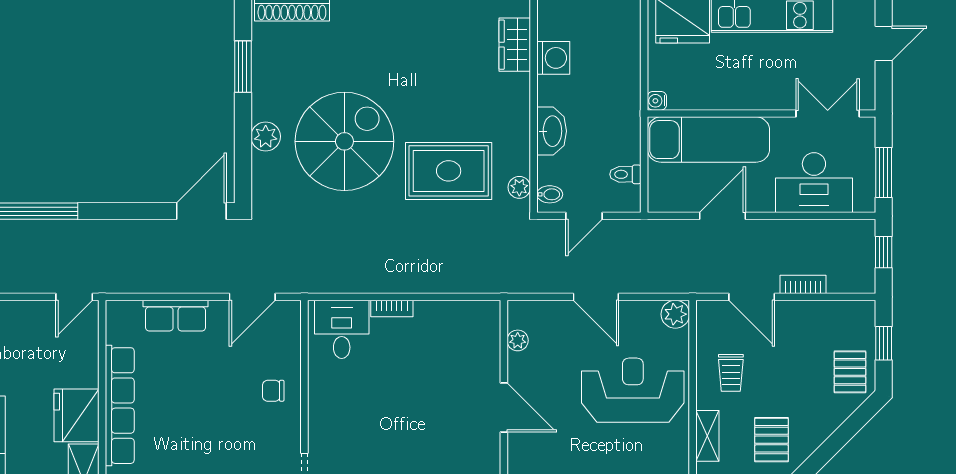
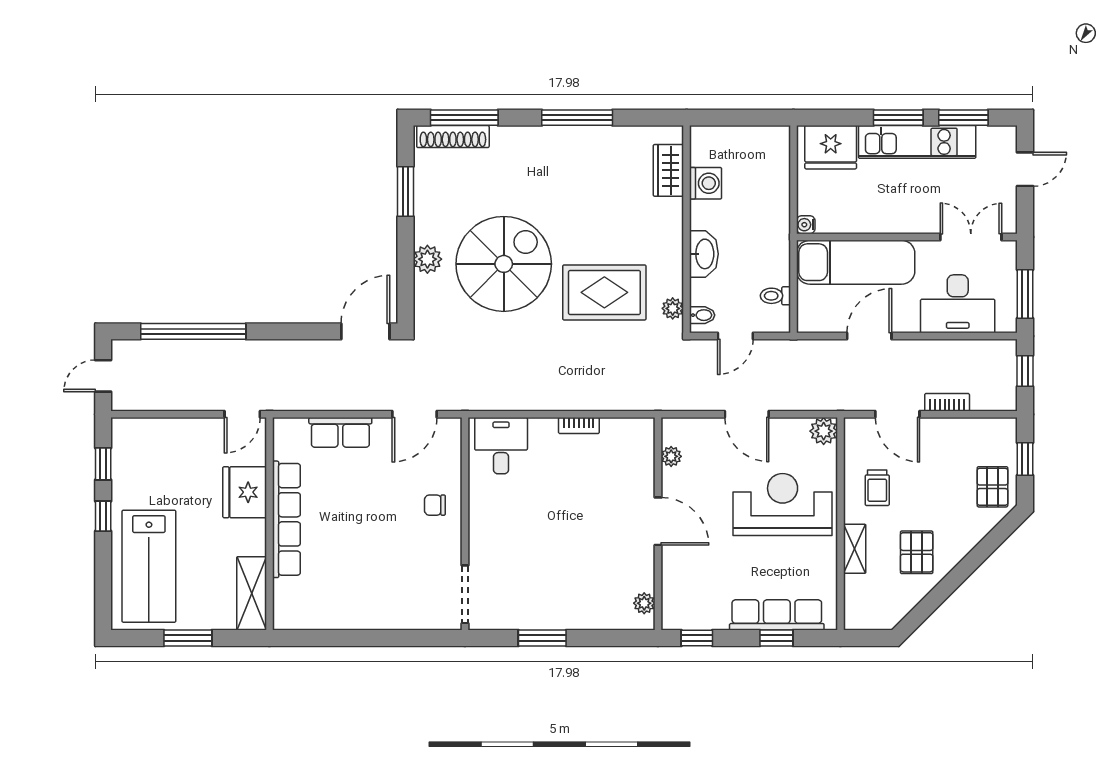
bookcase: (392, 308) -> (579, 426), moved
fridge: (77, 415) -> (245, 492), moved

